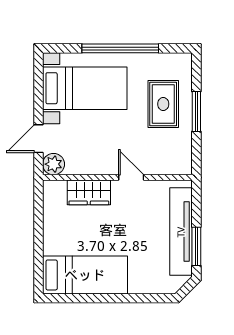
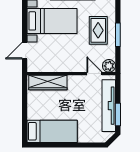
plant: (54, 164) -> (109, 66), moved
door: (131, 177) -> (94, 74), moved
wardrobe: (89, 192) -> (48, 83), width x1.50

